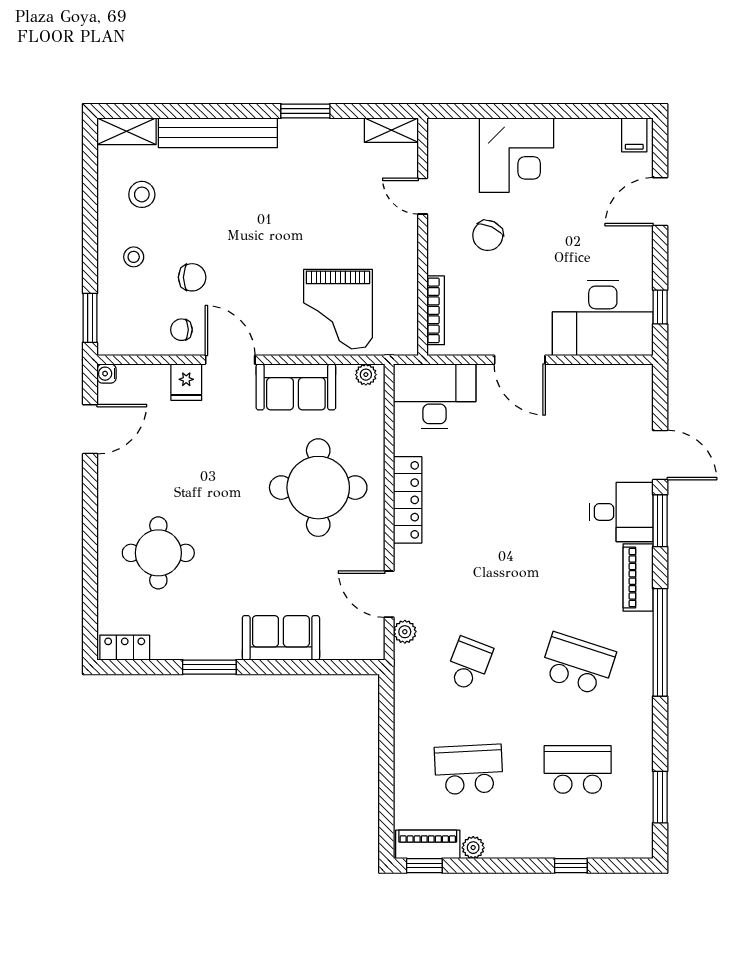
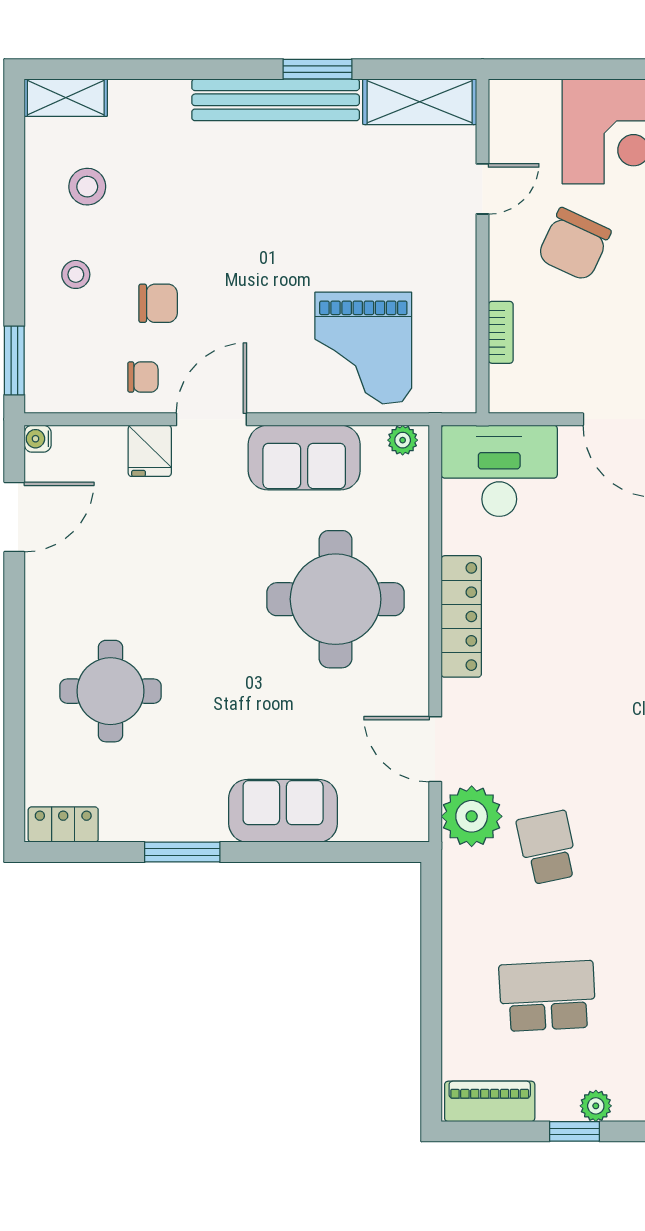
shelving: (391, 130) -> (420, 102), width x1.50, depth x1.33
bench: (218, 133) -> (276, 100), moved
door: (423, 196) -> (482, 189), swing flipped
chair: (488, 236) -> (574, 244), width x1.37, depth x1.37
bookcase: (436, 310) -> (501, 332), width x0.64
chair: (181, 330) -> (143, 377), turned 180
door: (230, 360) -> (211, 419), hinge flipped
plant: (405, 632) -> (472, 816), width x1.88, depth x1.88
school desk: (469, 664) -> (547, 848), turned -33
plant: (473, 848) -> (596, 1106), moved
window: (424, 866) -> (575, 1131), moved

